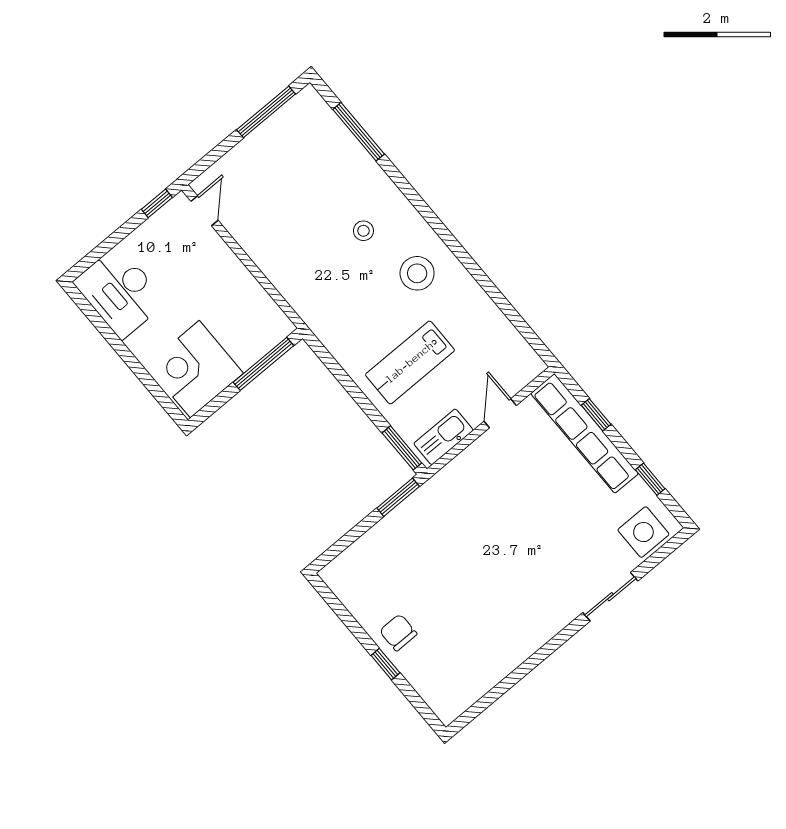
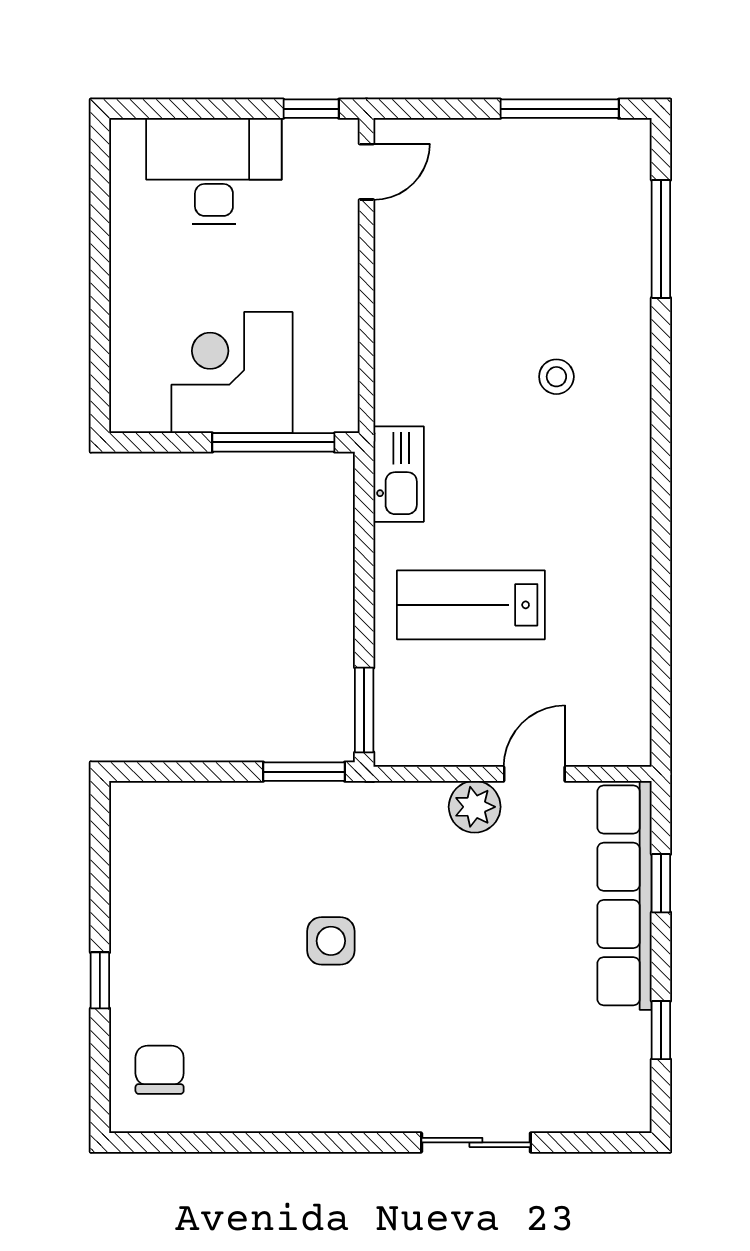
stool: (417, 273) -> (580, 494), removed
desk: (120, 292) -> (214, 171), moved, turned 90
corner desk: (195, 369) -> (232, 373), moved
kitchen sink: (444, 437) -> (399, 474), moved, turned 90
plant: (486, 450) -> (475, 807), added
side table: (643, 532) -> (331, 941), moved, width x0.73, depth x0.73
chair: (398, 632) -> (160, 1070), moved

